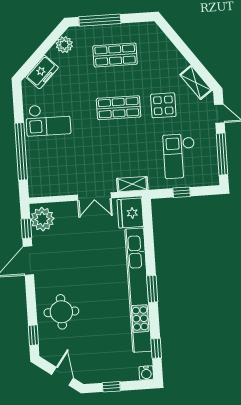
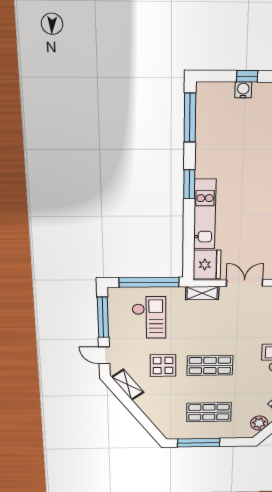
window: (100, 20) -> (199, 443), moved
window: (182, 192) -> (149, 282), width x3.17
kitchen unit: (138, 290) -> (205, 214), width x0.54
window: (156, 348) -> (190, 118), width x2.17
water cooler: (146, 373) -> (243, 90), moved

